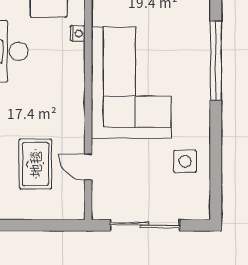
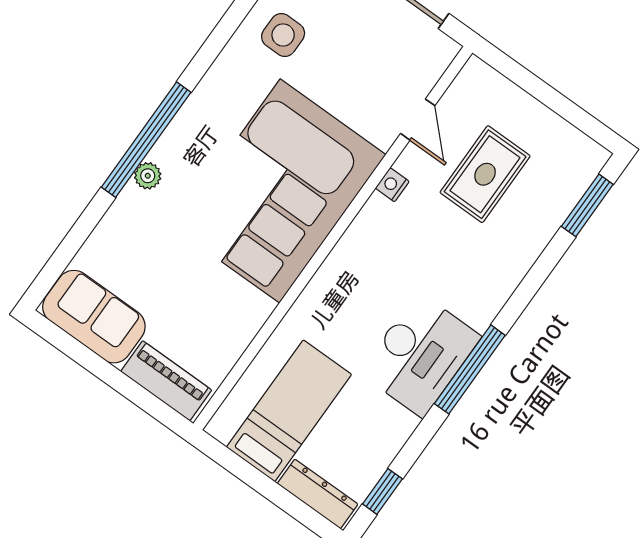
nightstand: (78, 33) -> (392, 185), moved
plant: (202, 43) -> (148, 176), added

